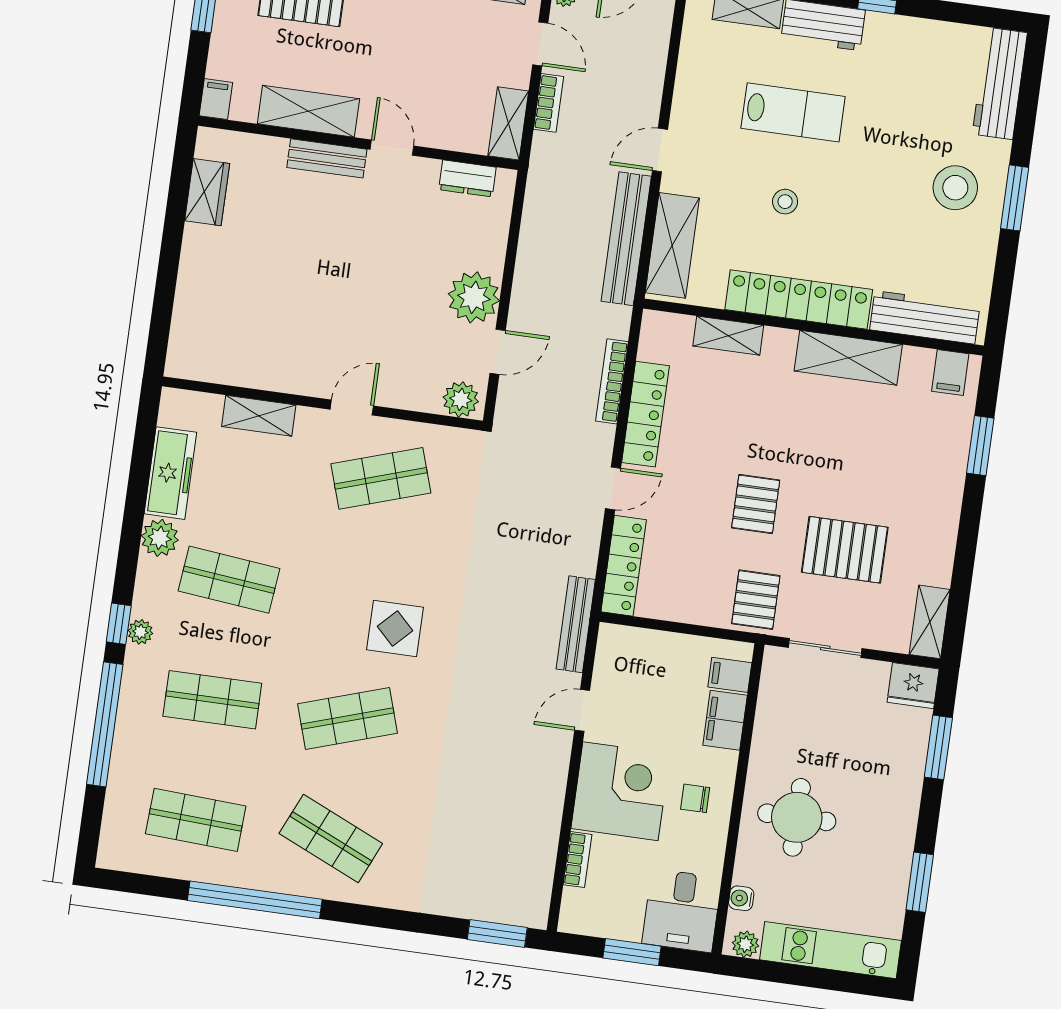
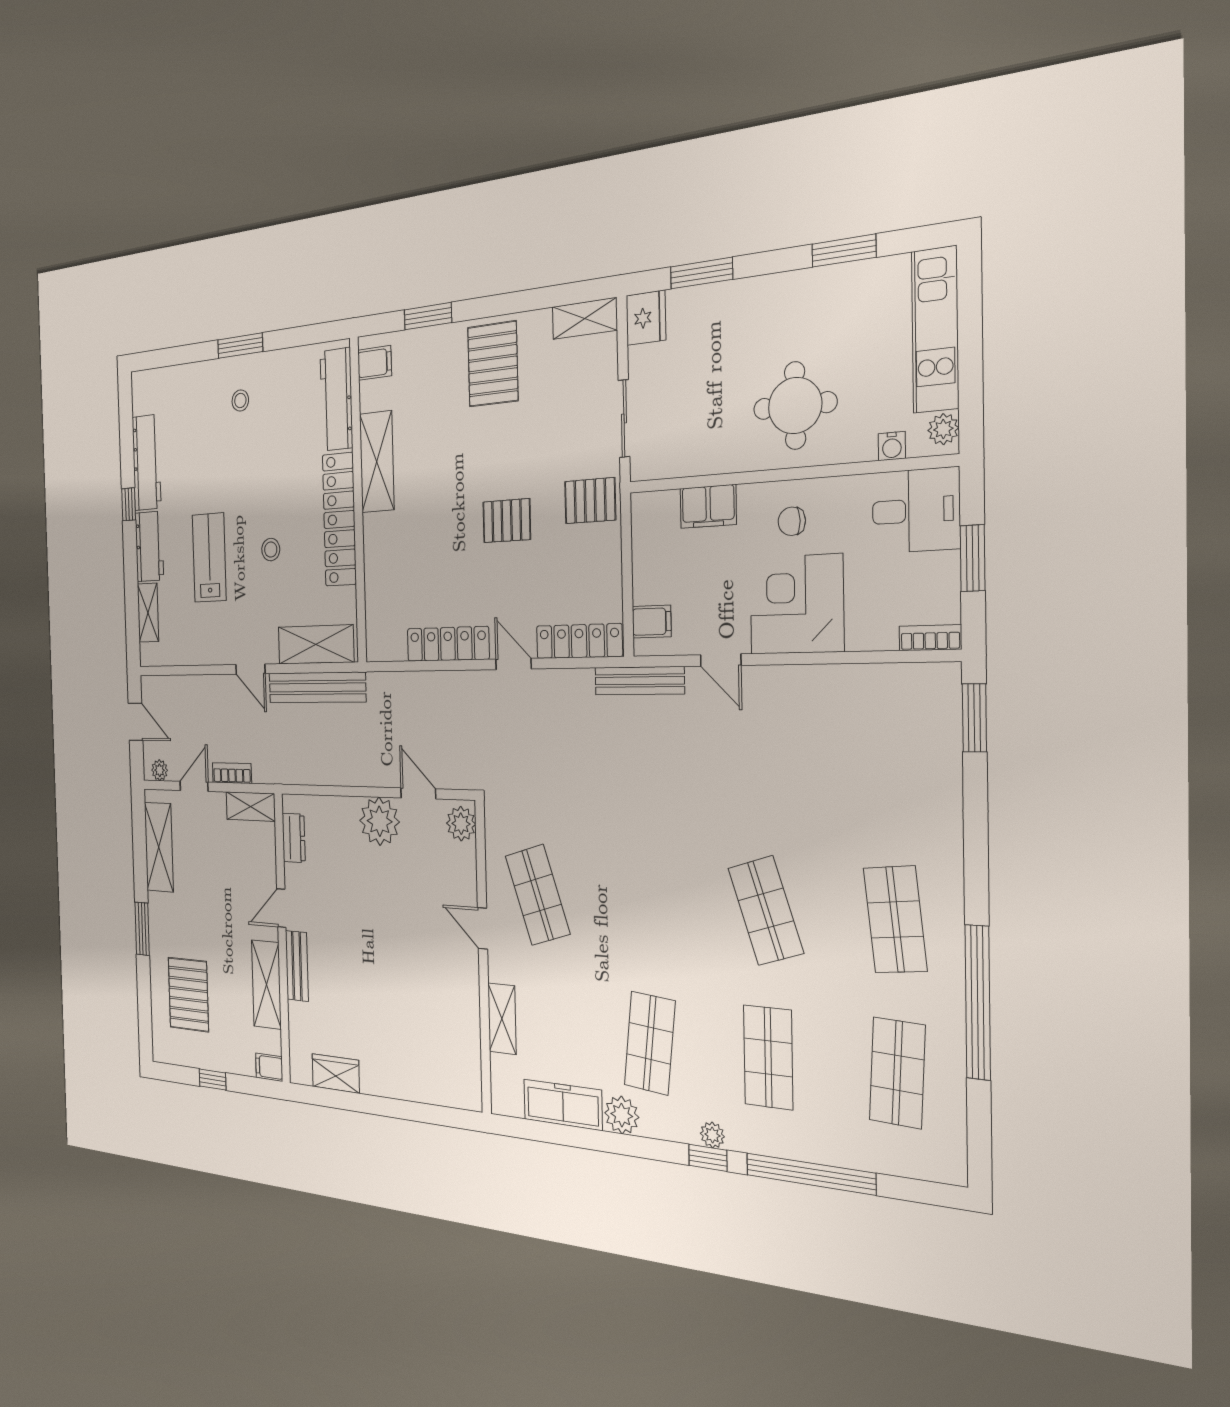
workbench: (1000, 83) -> (147, 463), moved, turned -90
stool: (955, 188) -> (240, 401), width x0.53, depth x0.53
shelving: (728, 336) -> (376, 578), removed
bookcase: (612, 381) -> (426, 681), removed
pallet: (845, 550) -> (493, 364), moved
display table: (395, 628) -> (670, 868), removed
filing cabinet: (730, 675) -> (652, 622), moved, turned -90
chair: (695, 798) -> (792, 521), turned 90
shop shelf: (331, 839) -> (895, 919), turned -30
bookcase: (577, 860) -> (930, 638), moved

